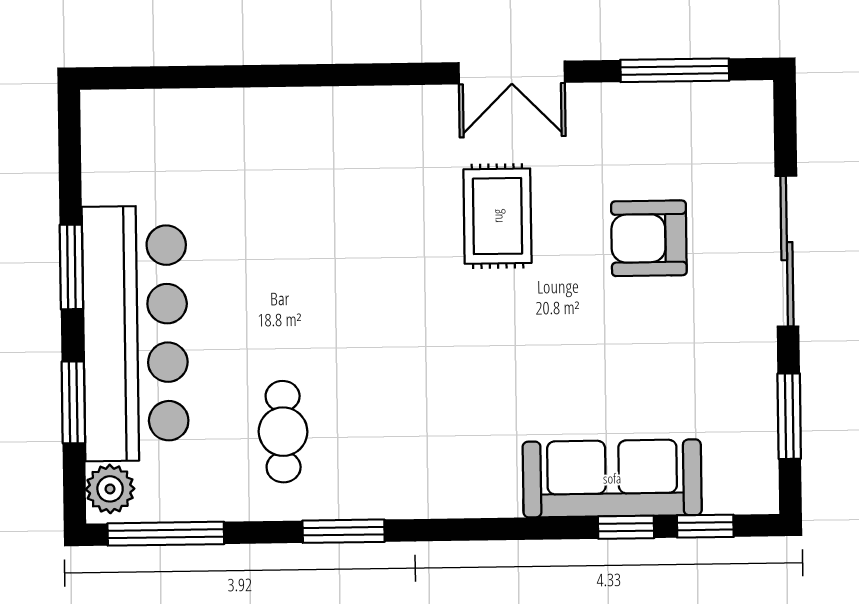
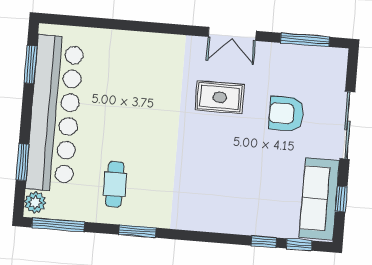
rug: (497, 216) -> (220, 97), turned 90
window: (71, 267) -> (31, 65), moved
bar counter: (135, 333) -> (55, 113), width x1.36
window: (789, 416) -> (341, 199), width x0.67
sofa: (612, 478) -> (319, 199), moved, turned -90

